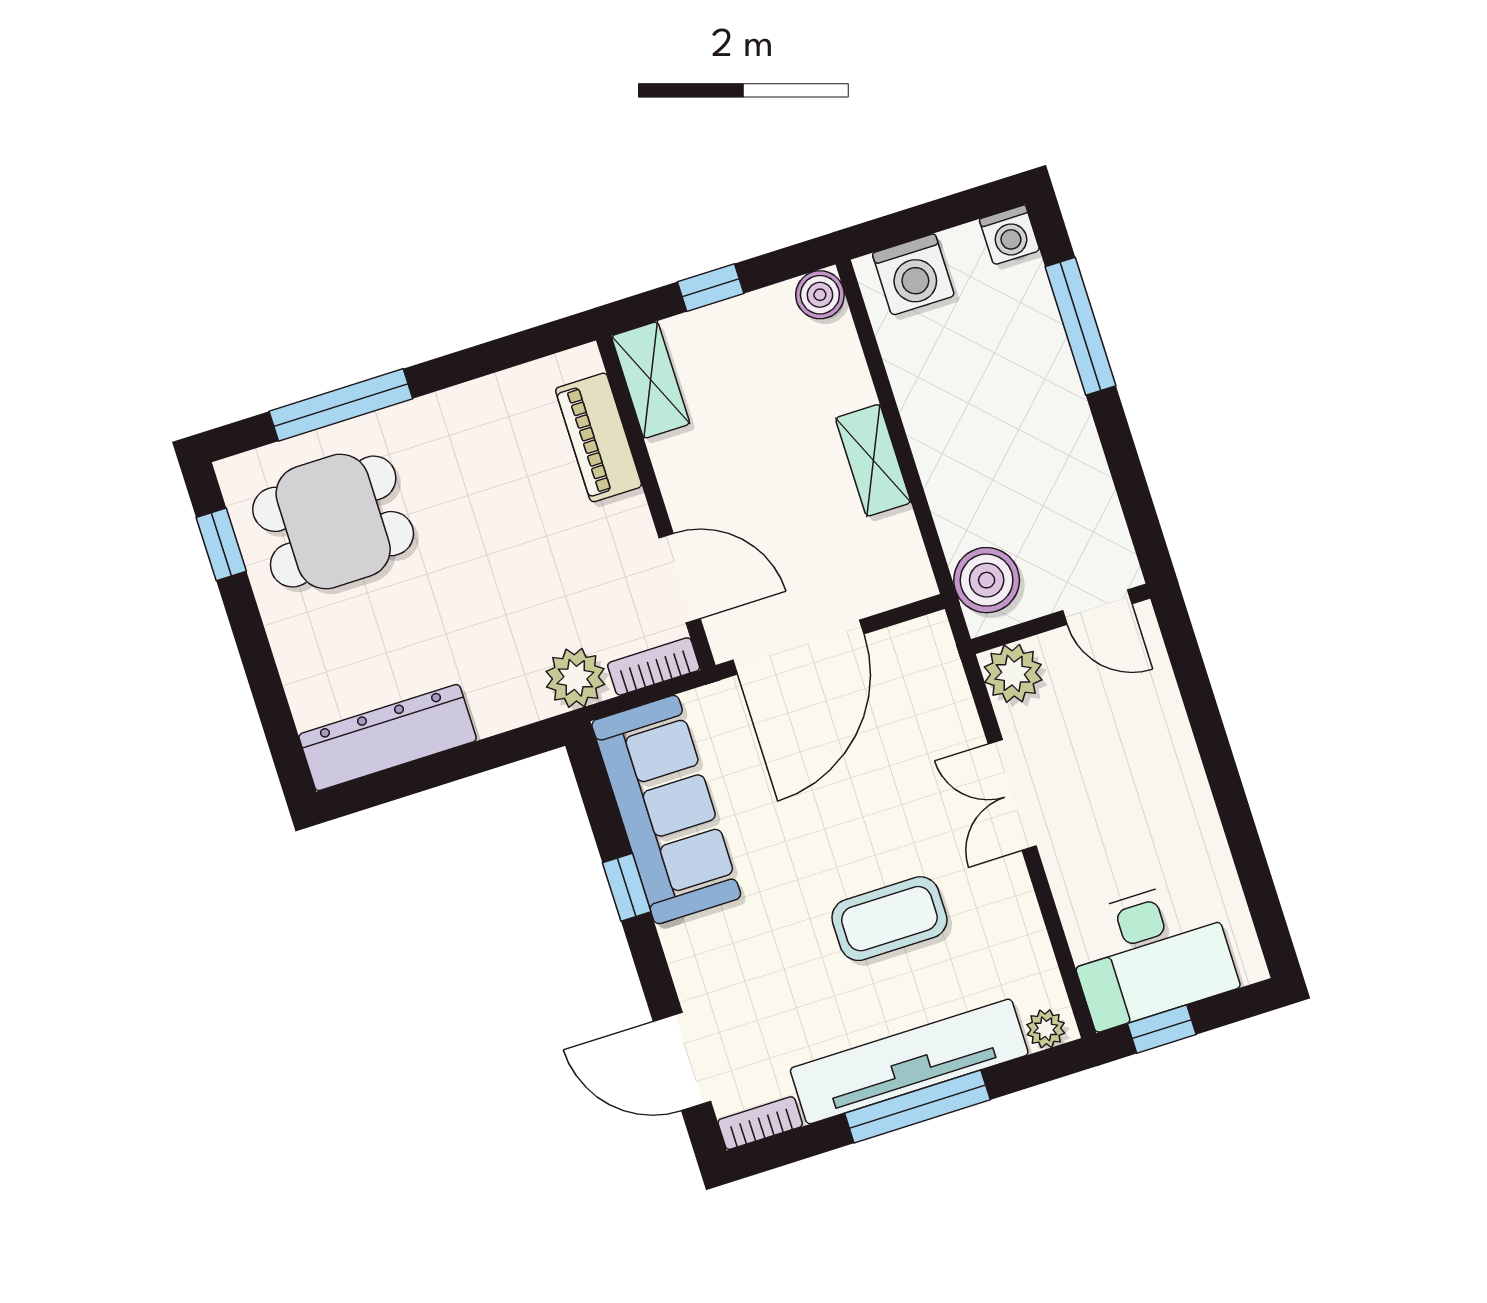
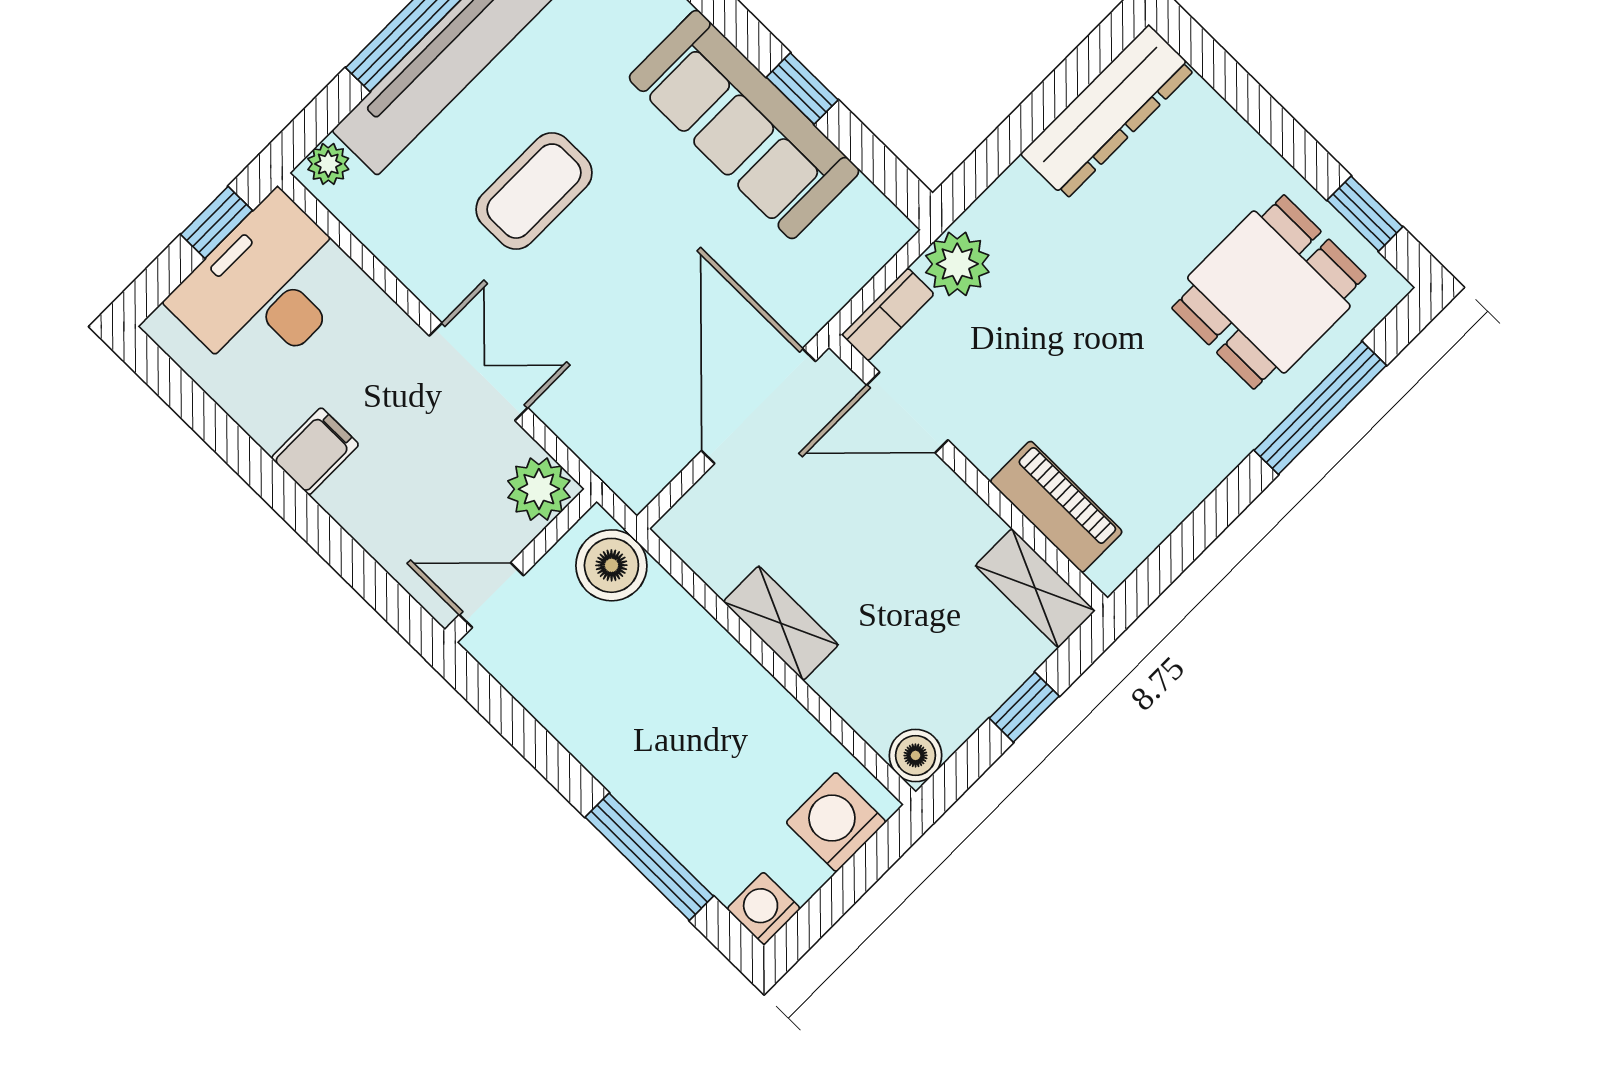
filing cabinet: (1180, 800) -> (315, 451), added
sofa: (666, 810) -> (744, 124), moved

